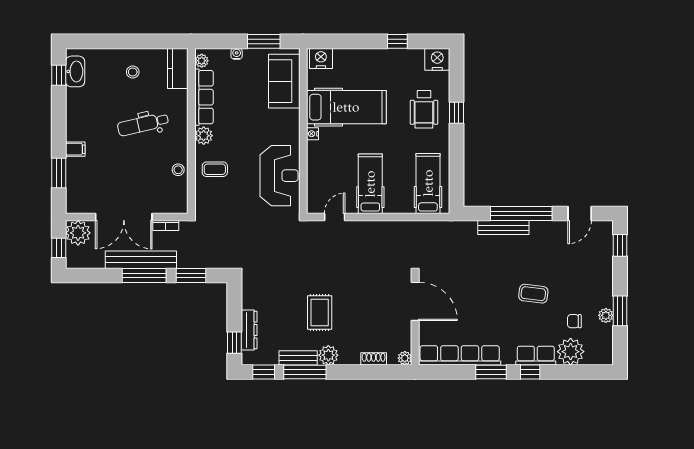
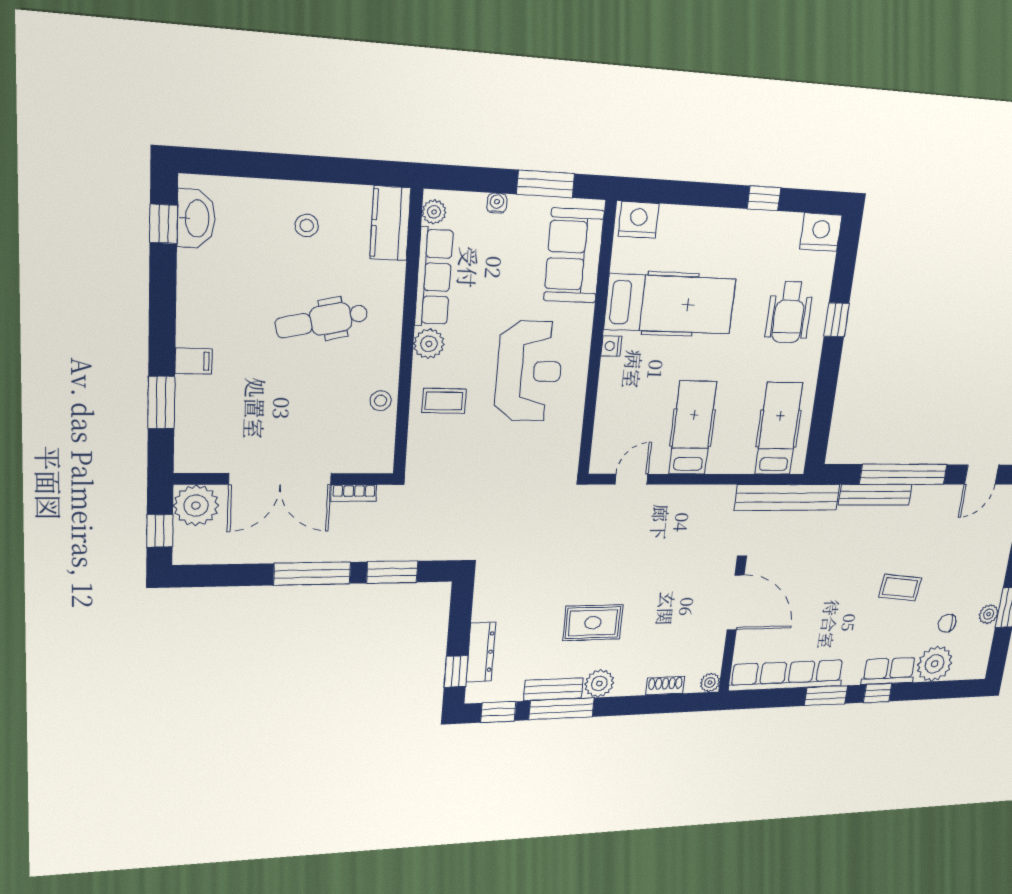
reception desk: (279, 176) -> (529, 371), moved
bench: (141, 260) -> (787, 497), moved
rug: (320, 313) -> (593, 623), turned 90

